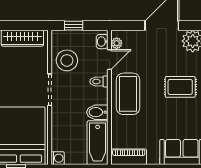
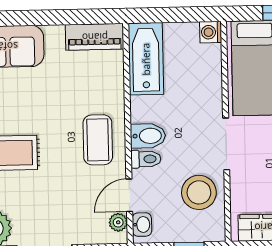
coffee table: (128, 94) -> (98, 140), width x0.73, depth x0.76
bidet: (97, 112) -> (148, 136), moved

